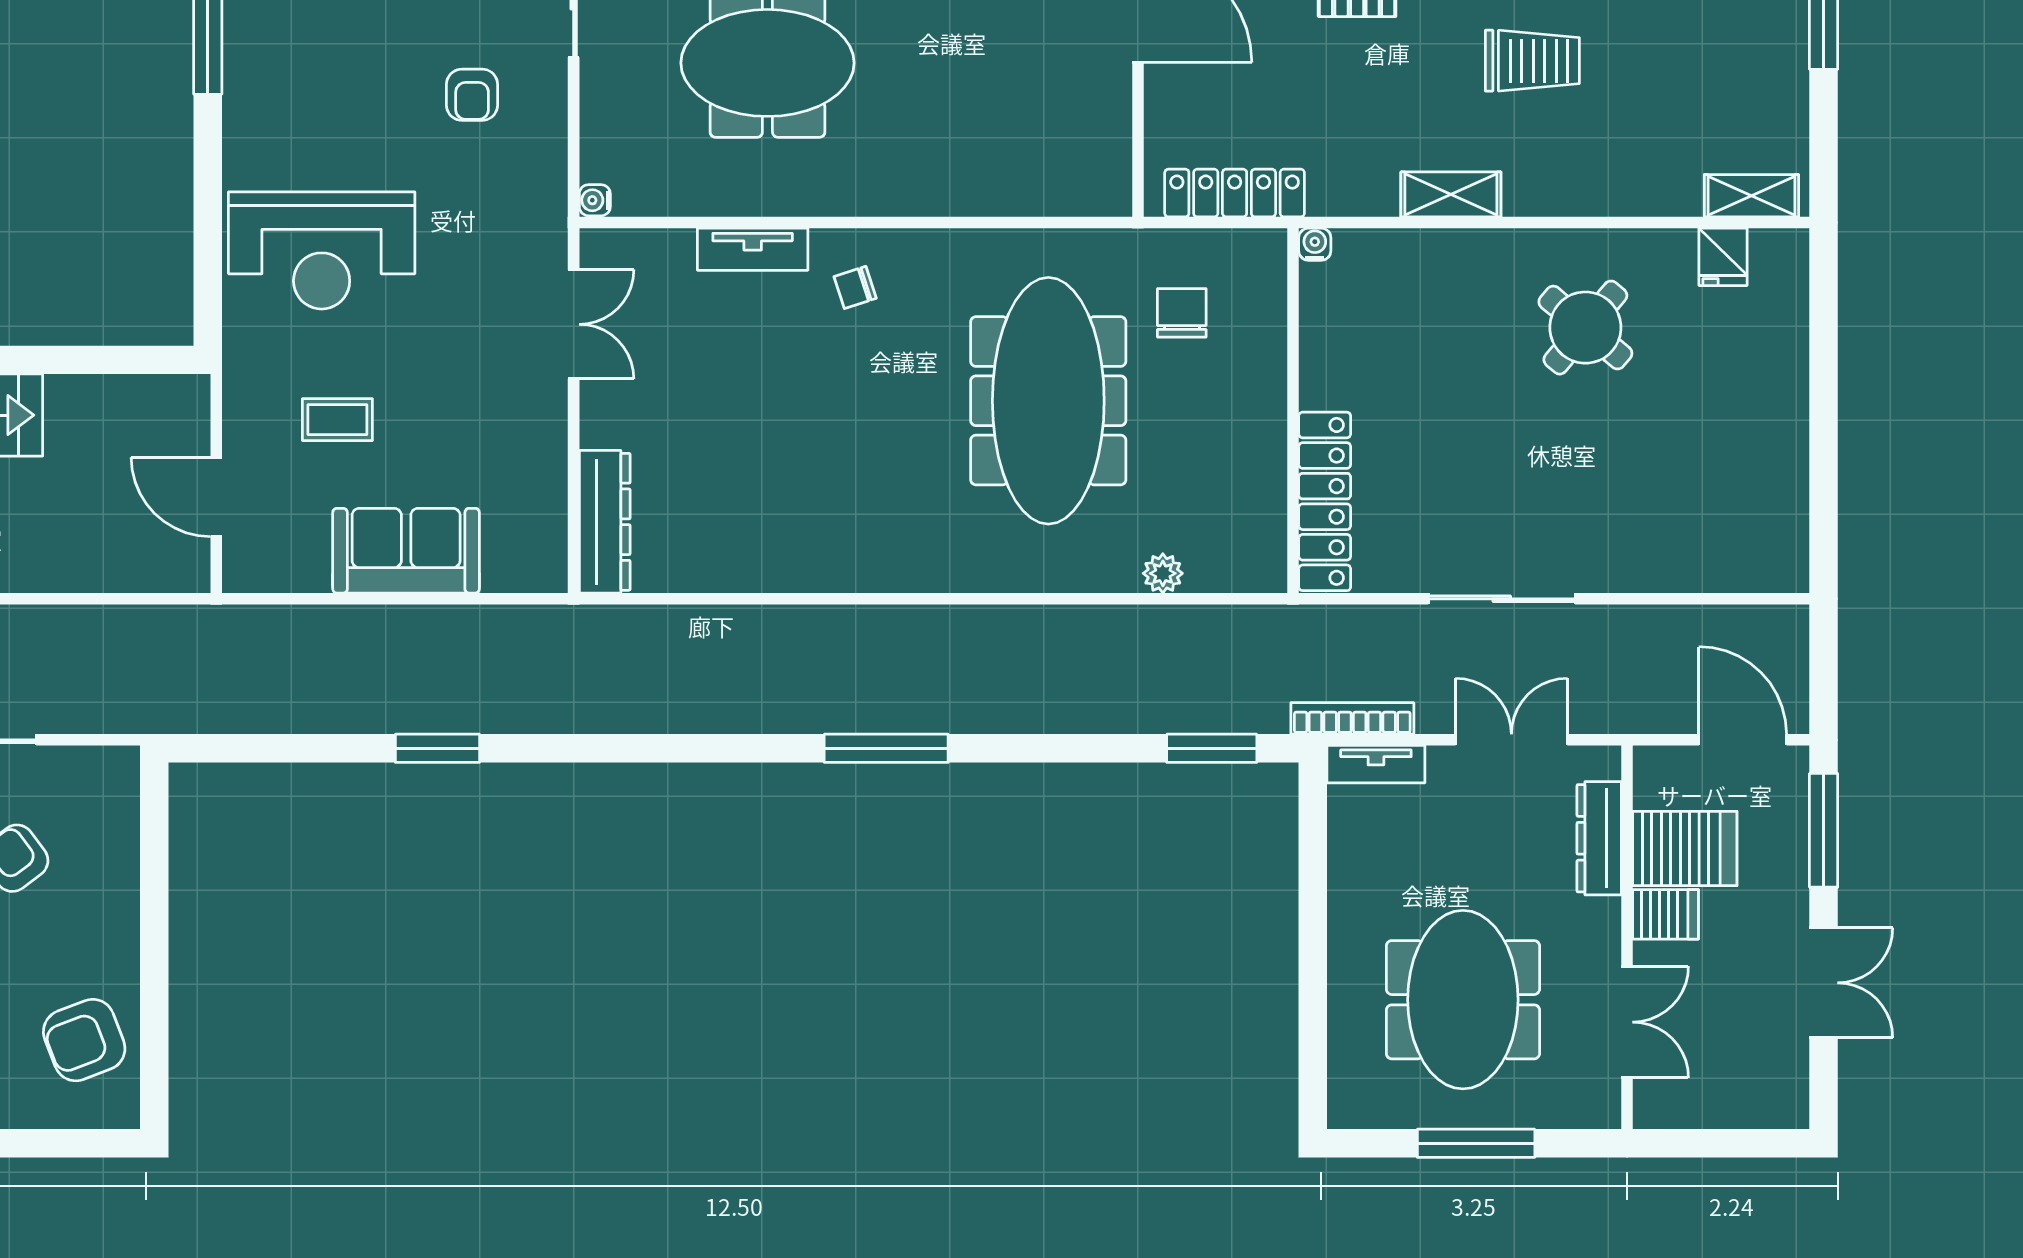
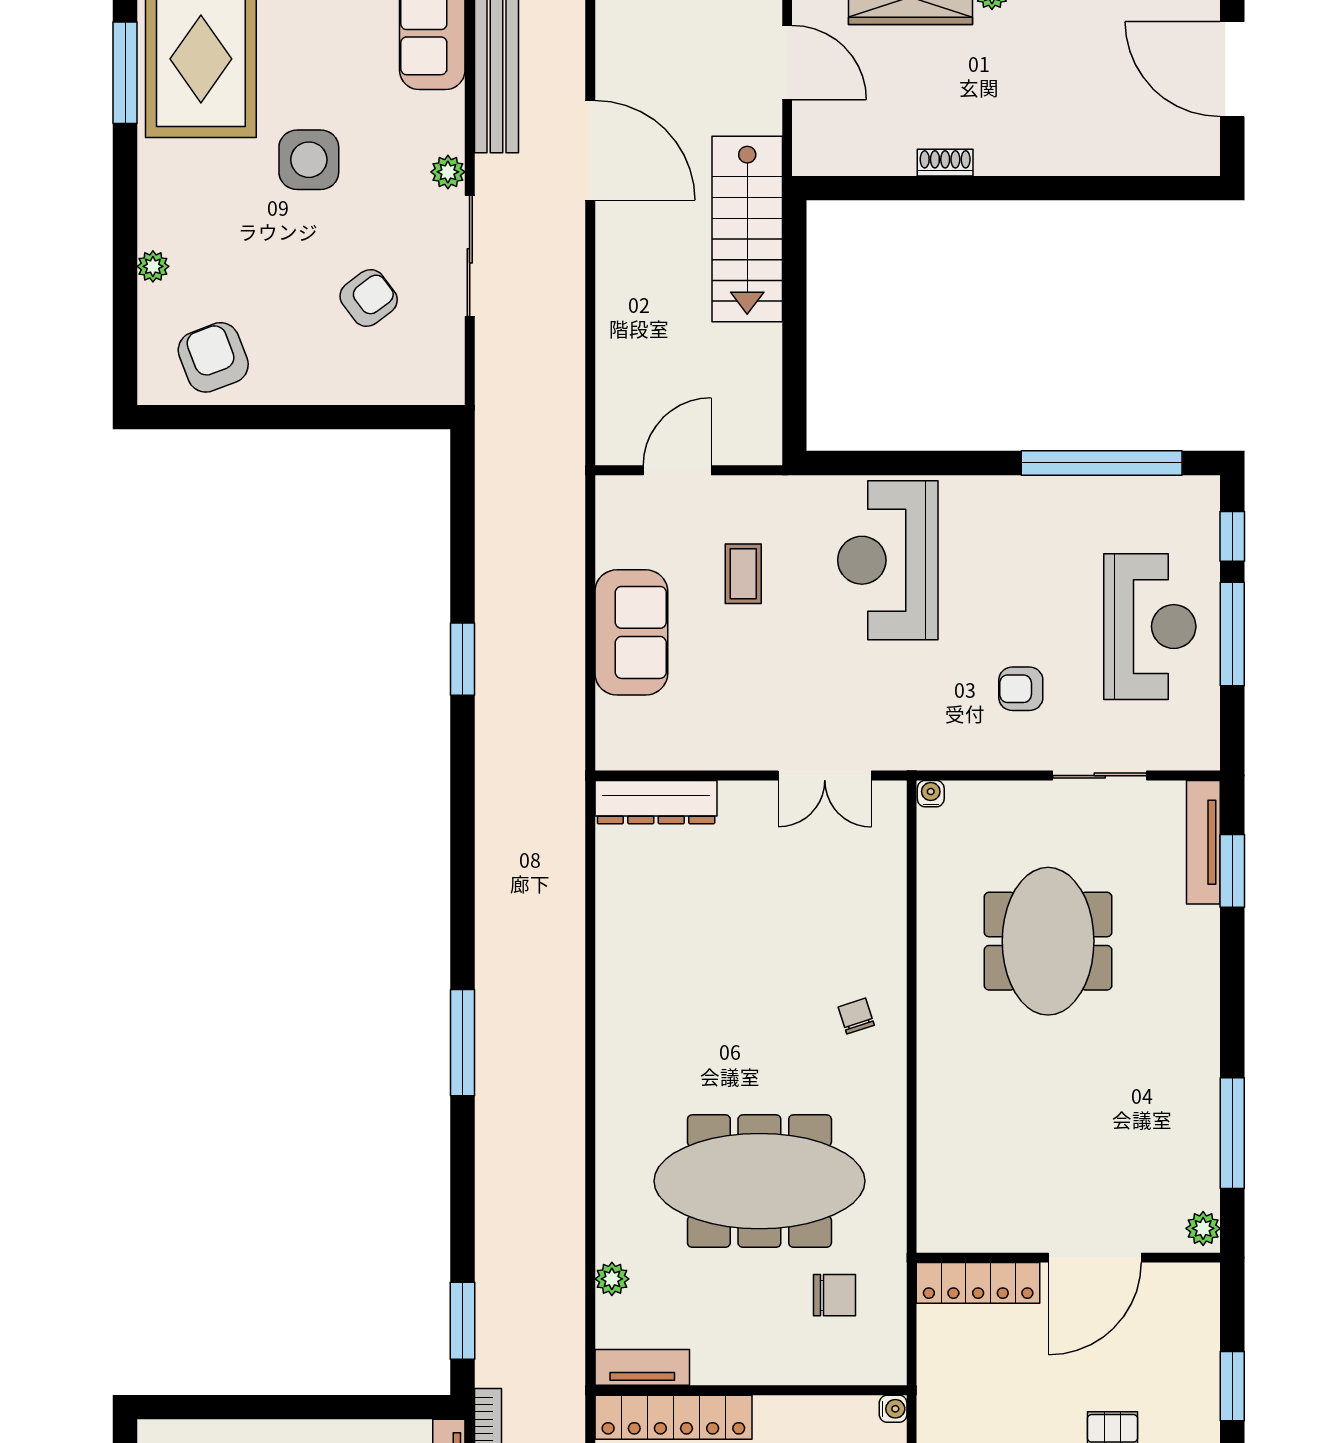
locker: (1235, 193) -> (978, 1283), moved, turned 90
tv unit: (753, 249) -> (642, 1367), moved, turned 90

